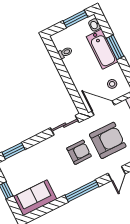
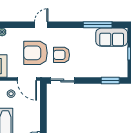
window: (82, 191) -> (98, 25), moved

